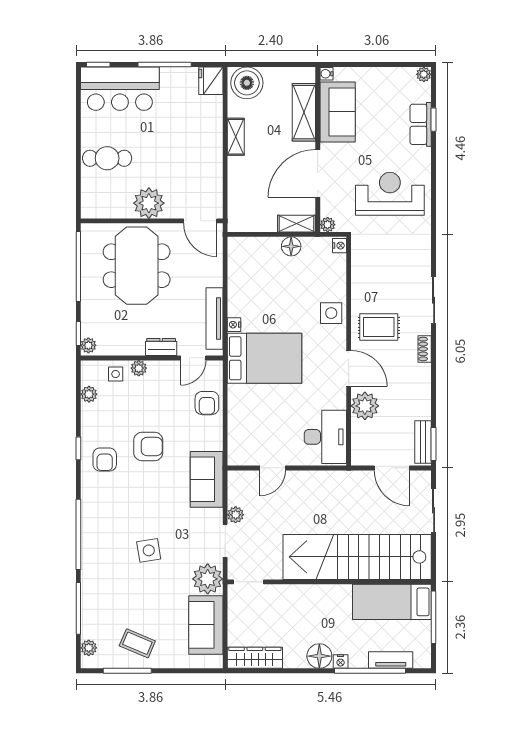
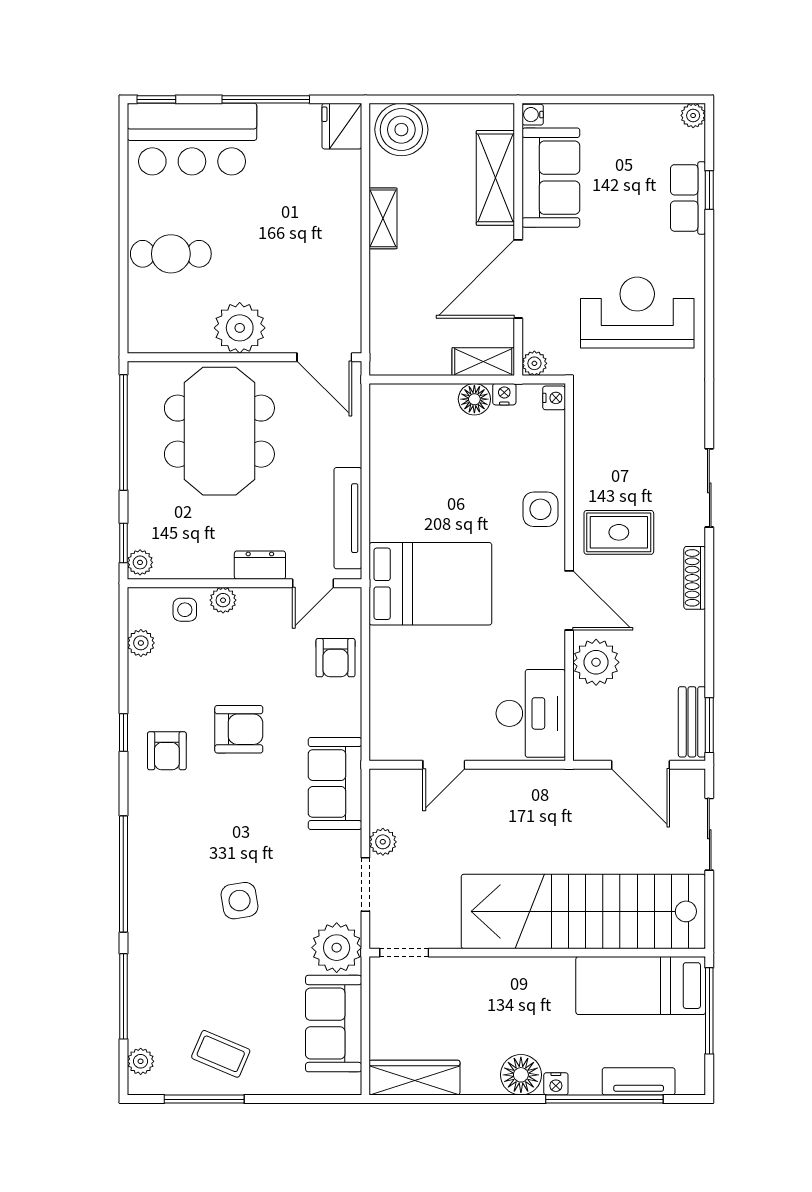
nightstand: (234, 325) -> (504, 394), moved, turned 90
shoe rack: (425, 349) -> (695, 578), width x1.43

